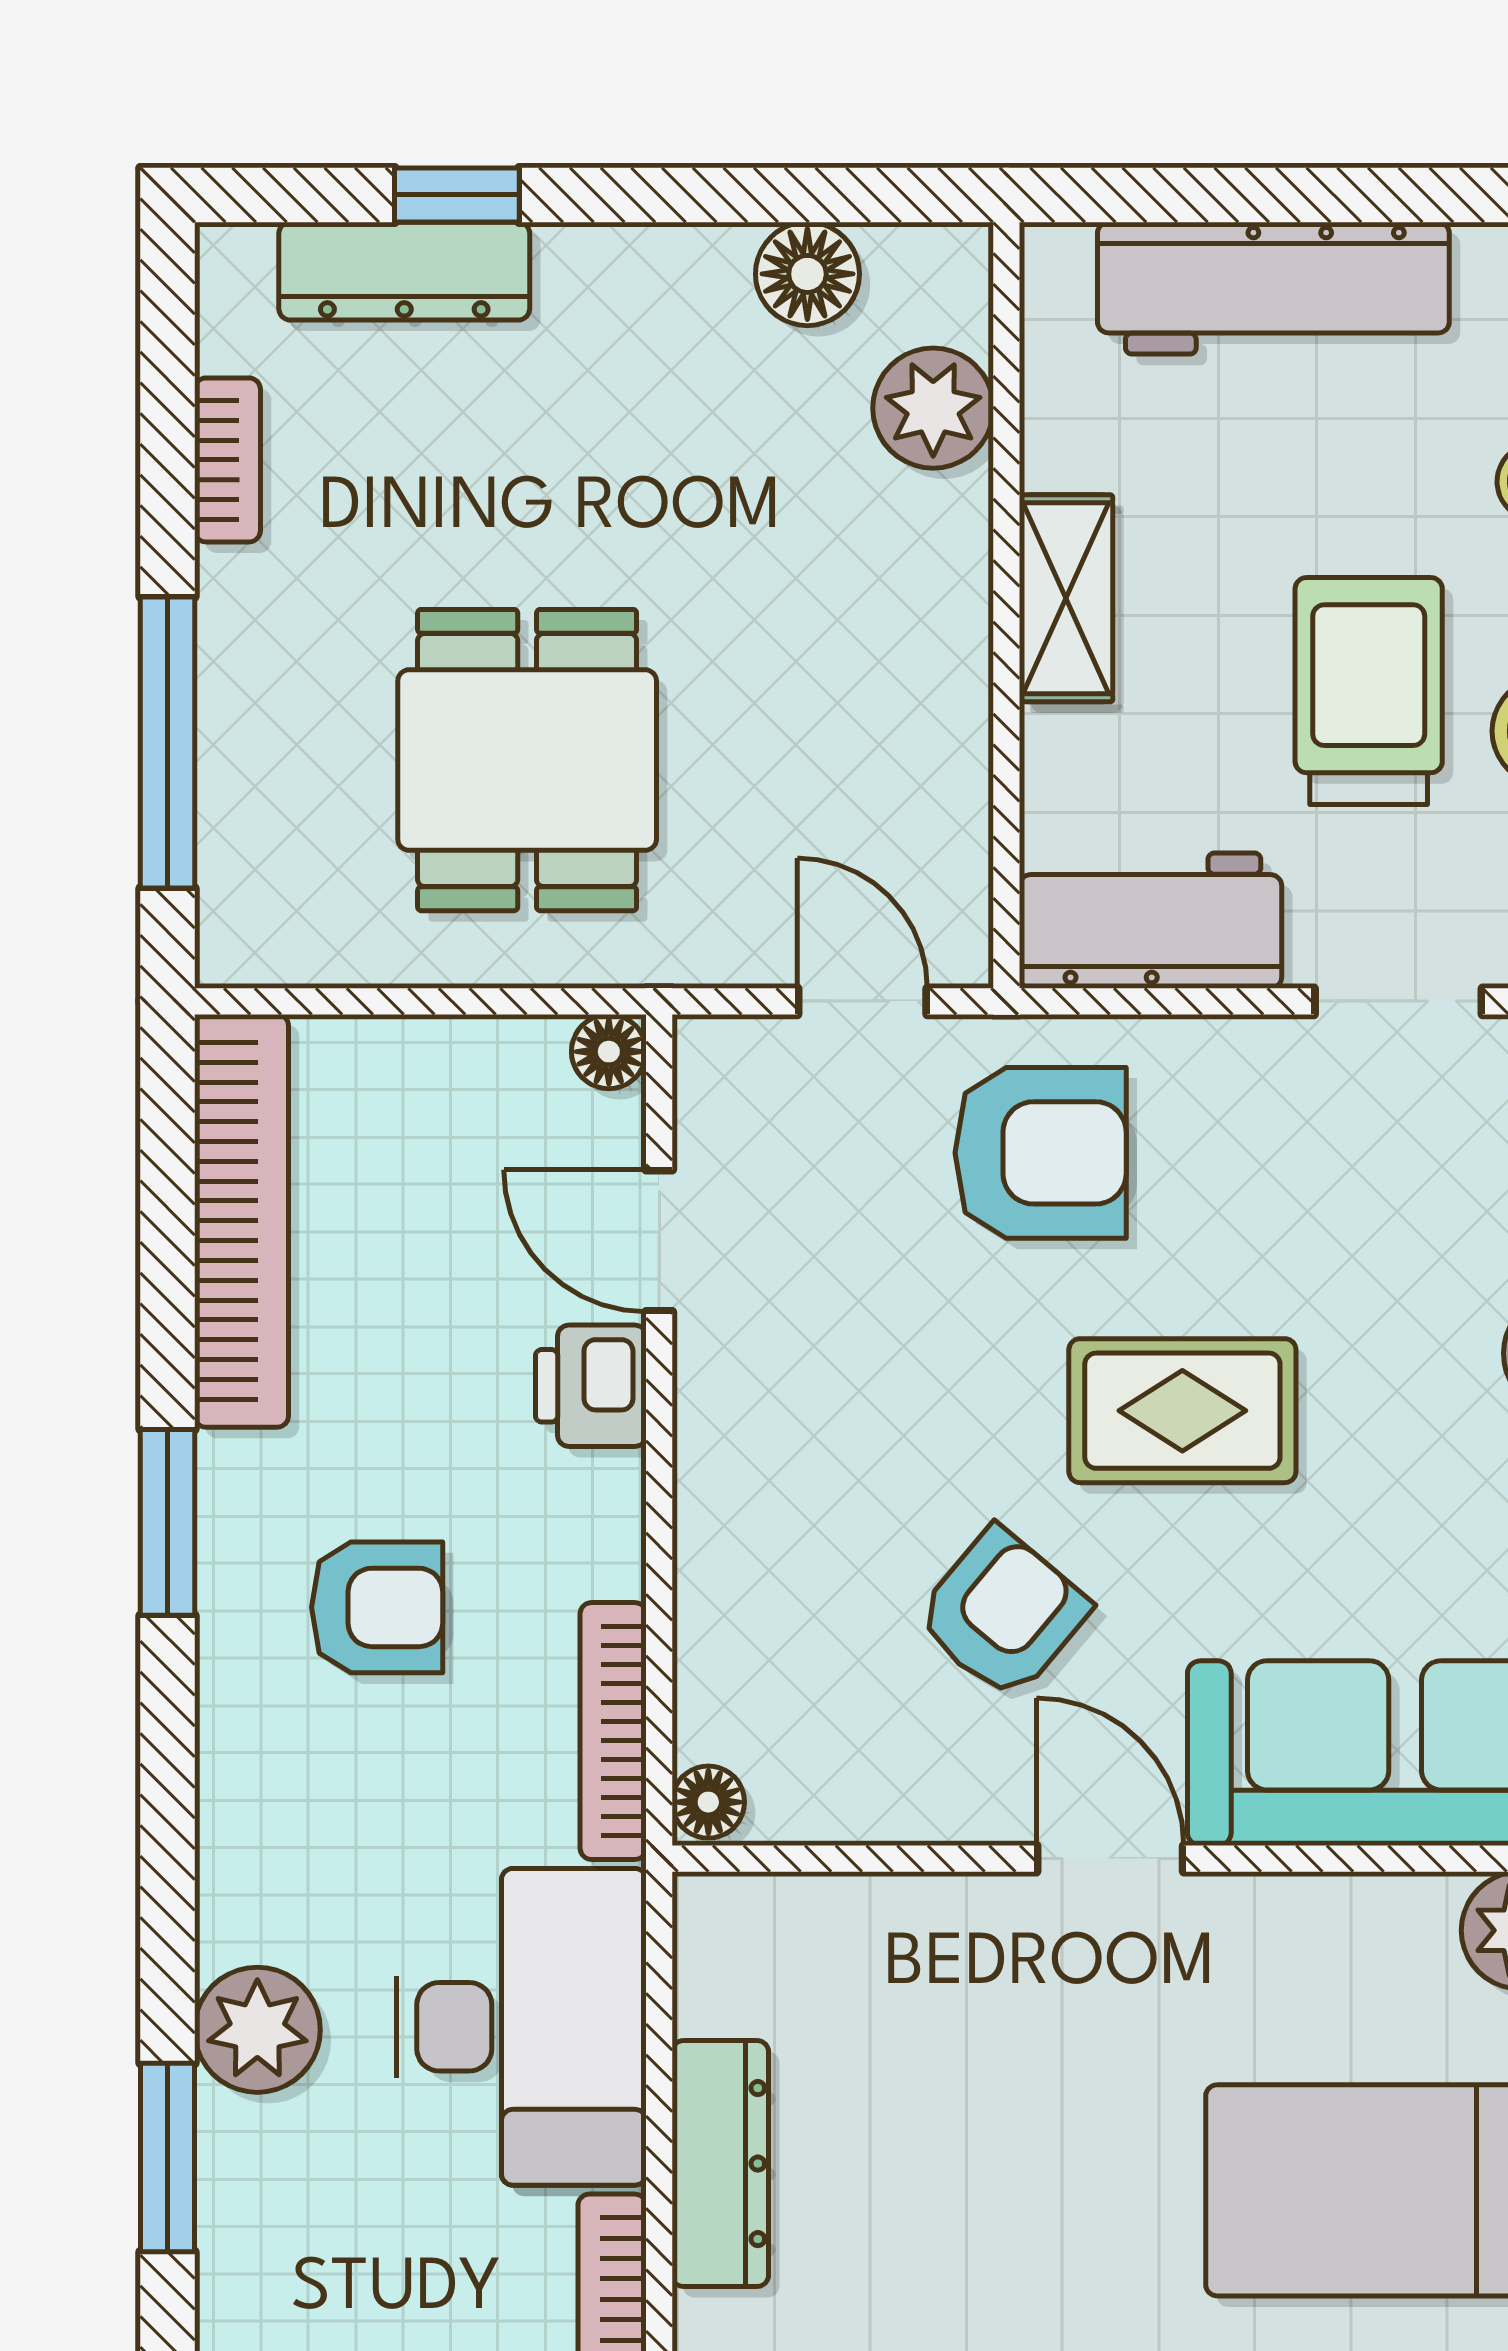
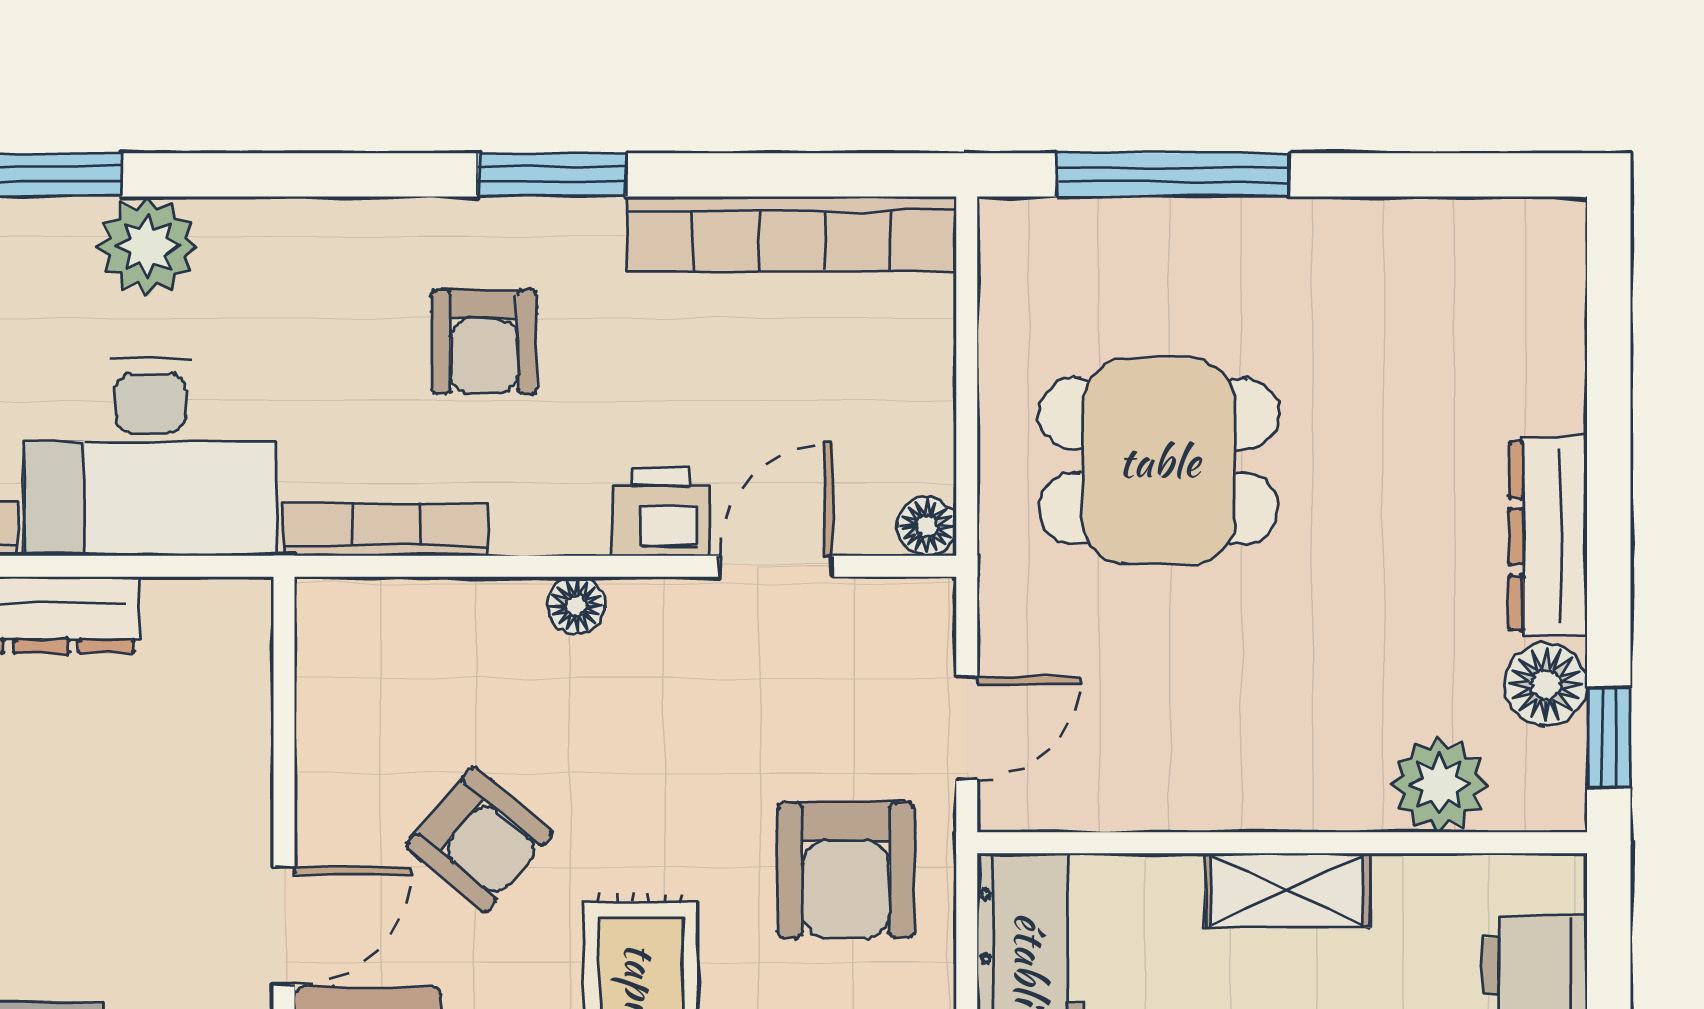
window: (457, 195) -> (1609, 738), moved
dresser: (404, 271) -> (1548, 536), moved
bookcase: (227, 460) -> (1398, 223), removed
floor lamp: (708, 1802) -> (576, 605), moved

